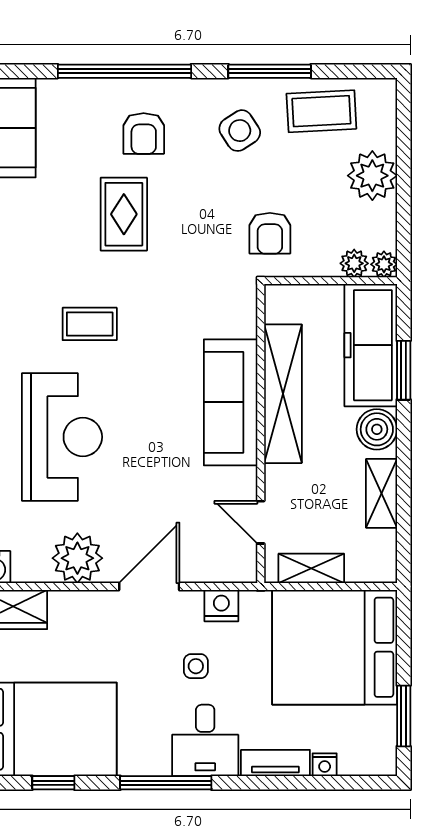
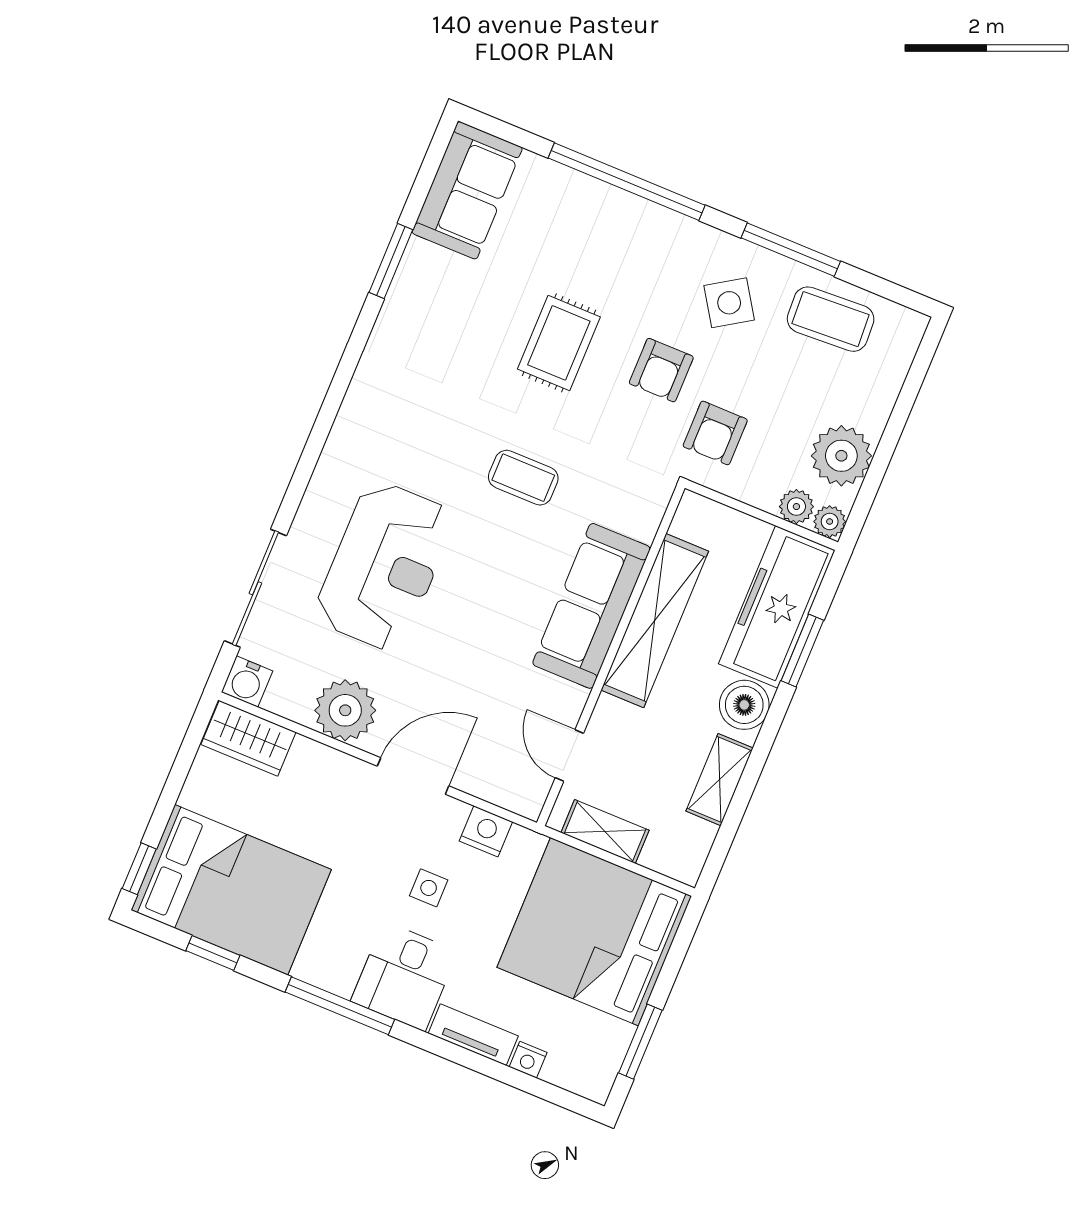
armchair: (144, 133) -> (661, 370), moved
plant: (372, 176) -> (841, 456), moved
coffee table: (90, 324) -> (523, 478), moved

